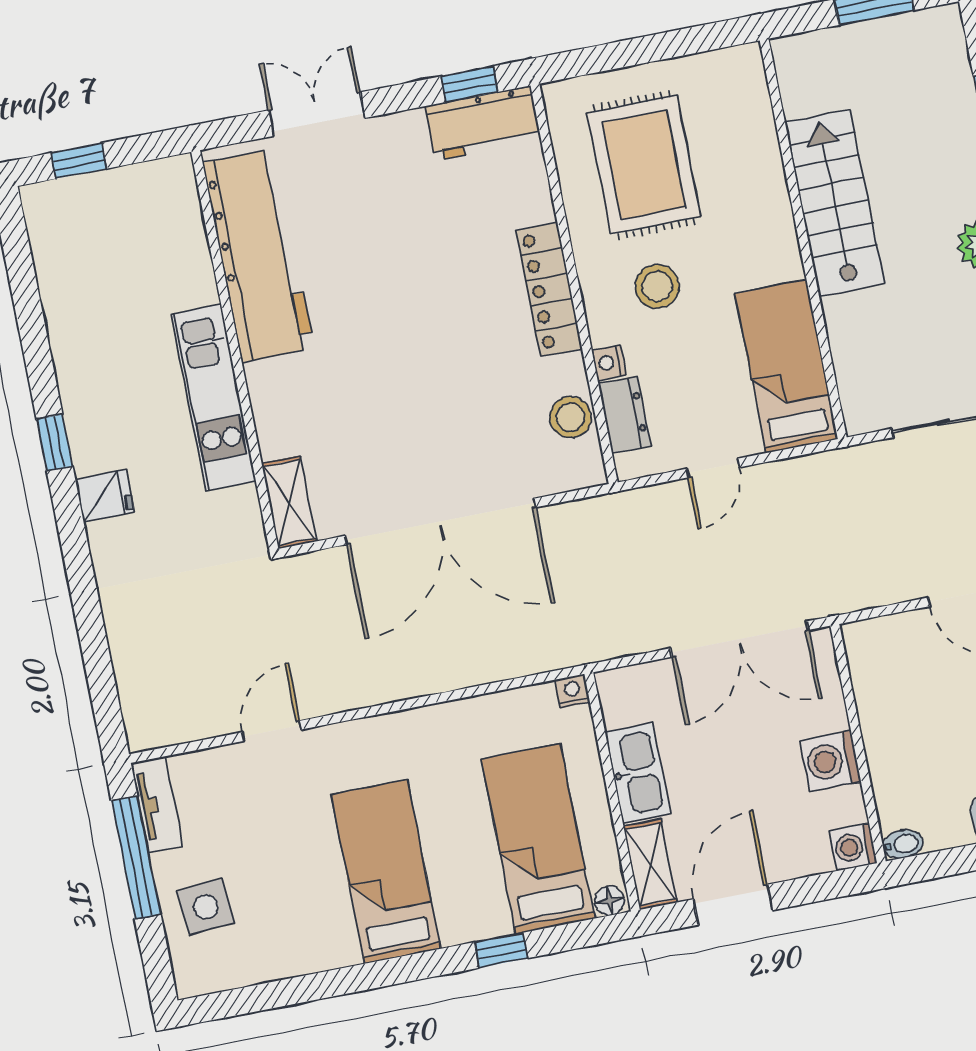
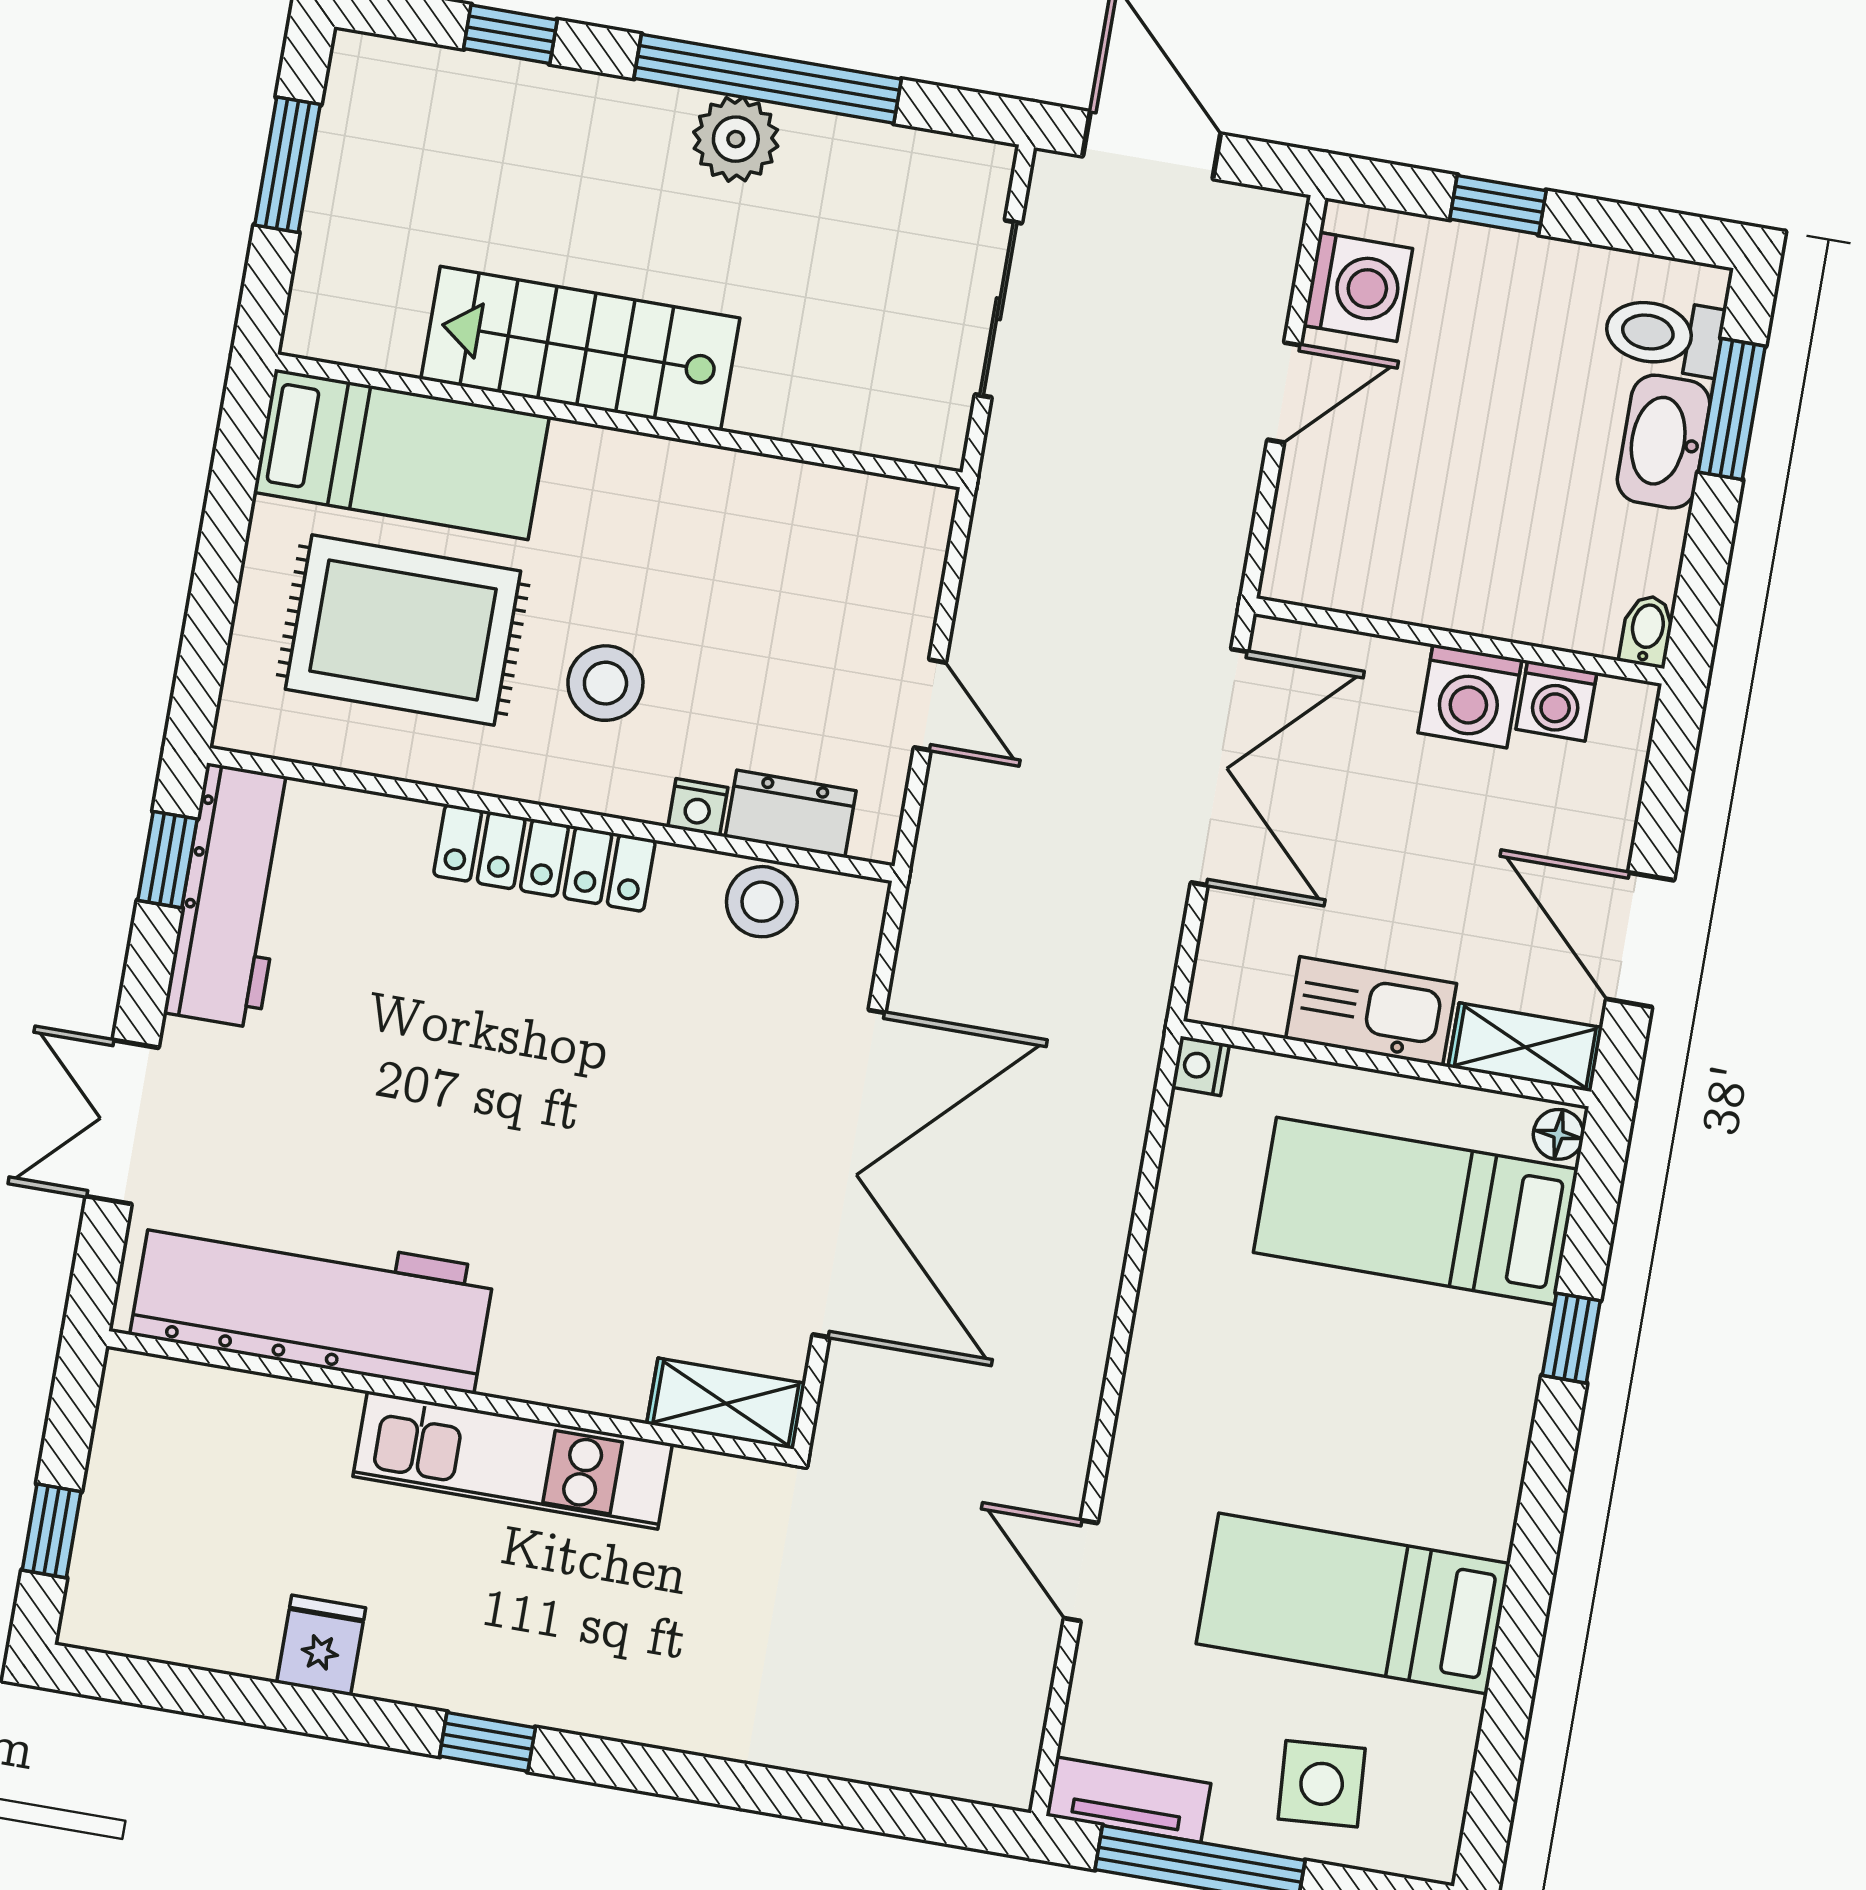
workbench: (483, 123) -> (232, 896), width x1.38
bed: (786, 366) -> (401, 454), moved, turned 180
fridge: (105, 496) -> (321, 1645), moved
washing machine: (853, 847) -> (1556, 701), moved
bed: (386, 872) -> (1353, 1604), moved

